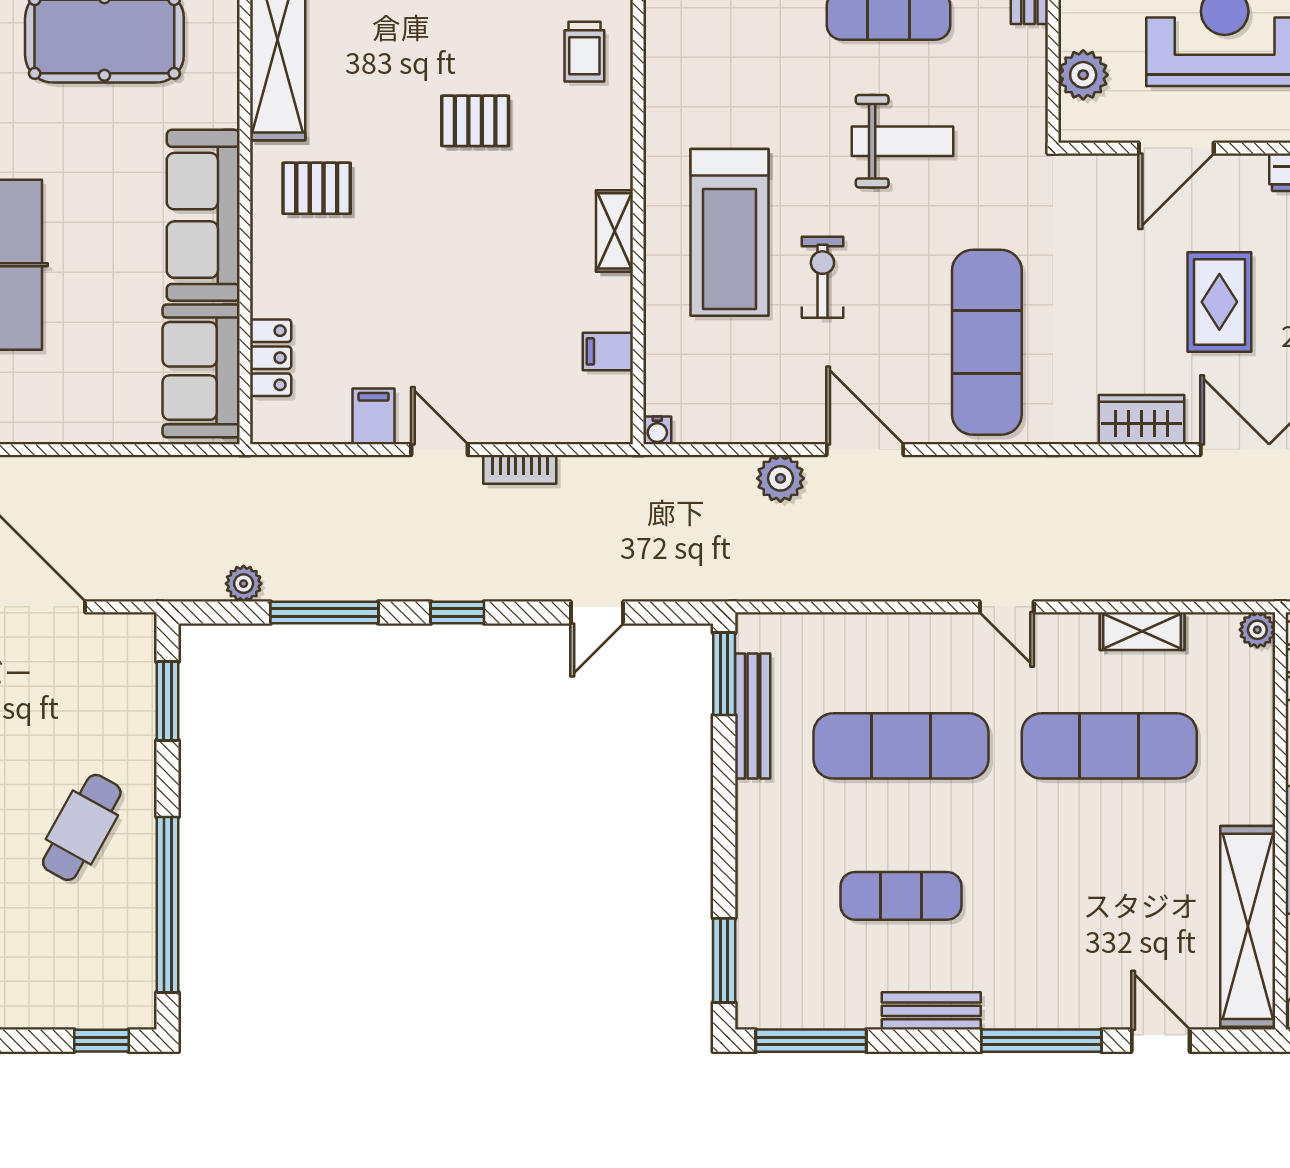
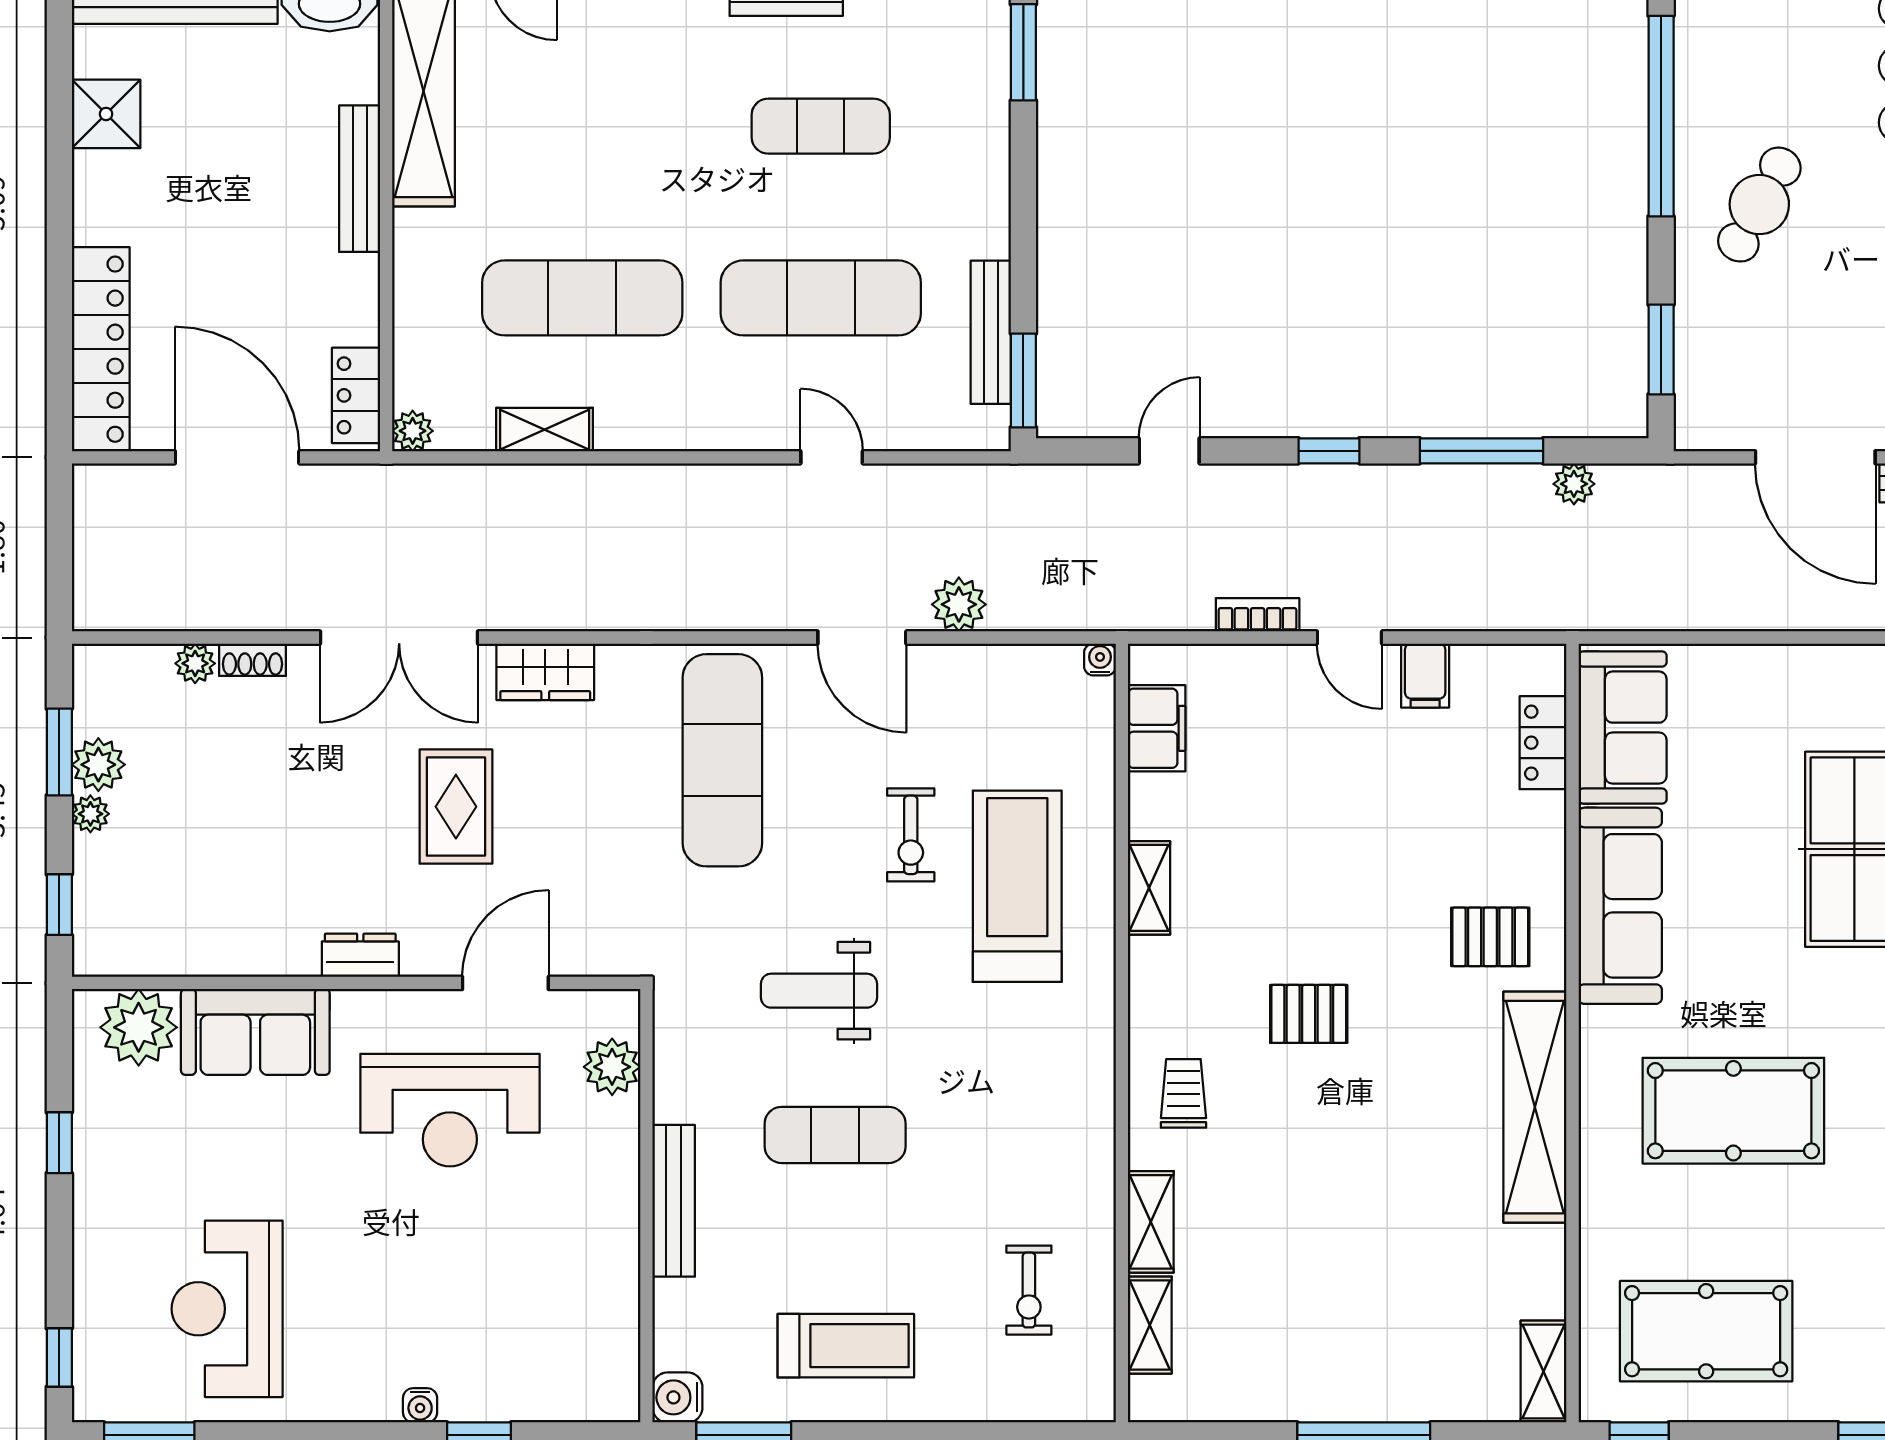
filing cabinet: (608, 351) -> (1157, 728), width x2.00
door: (1007, 607) -> (832, 457), moved

